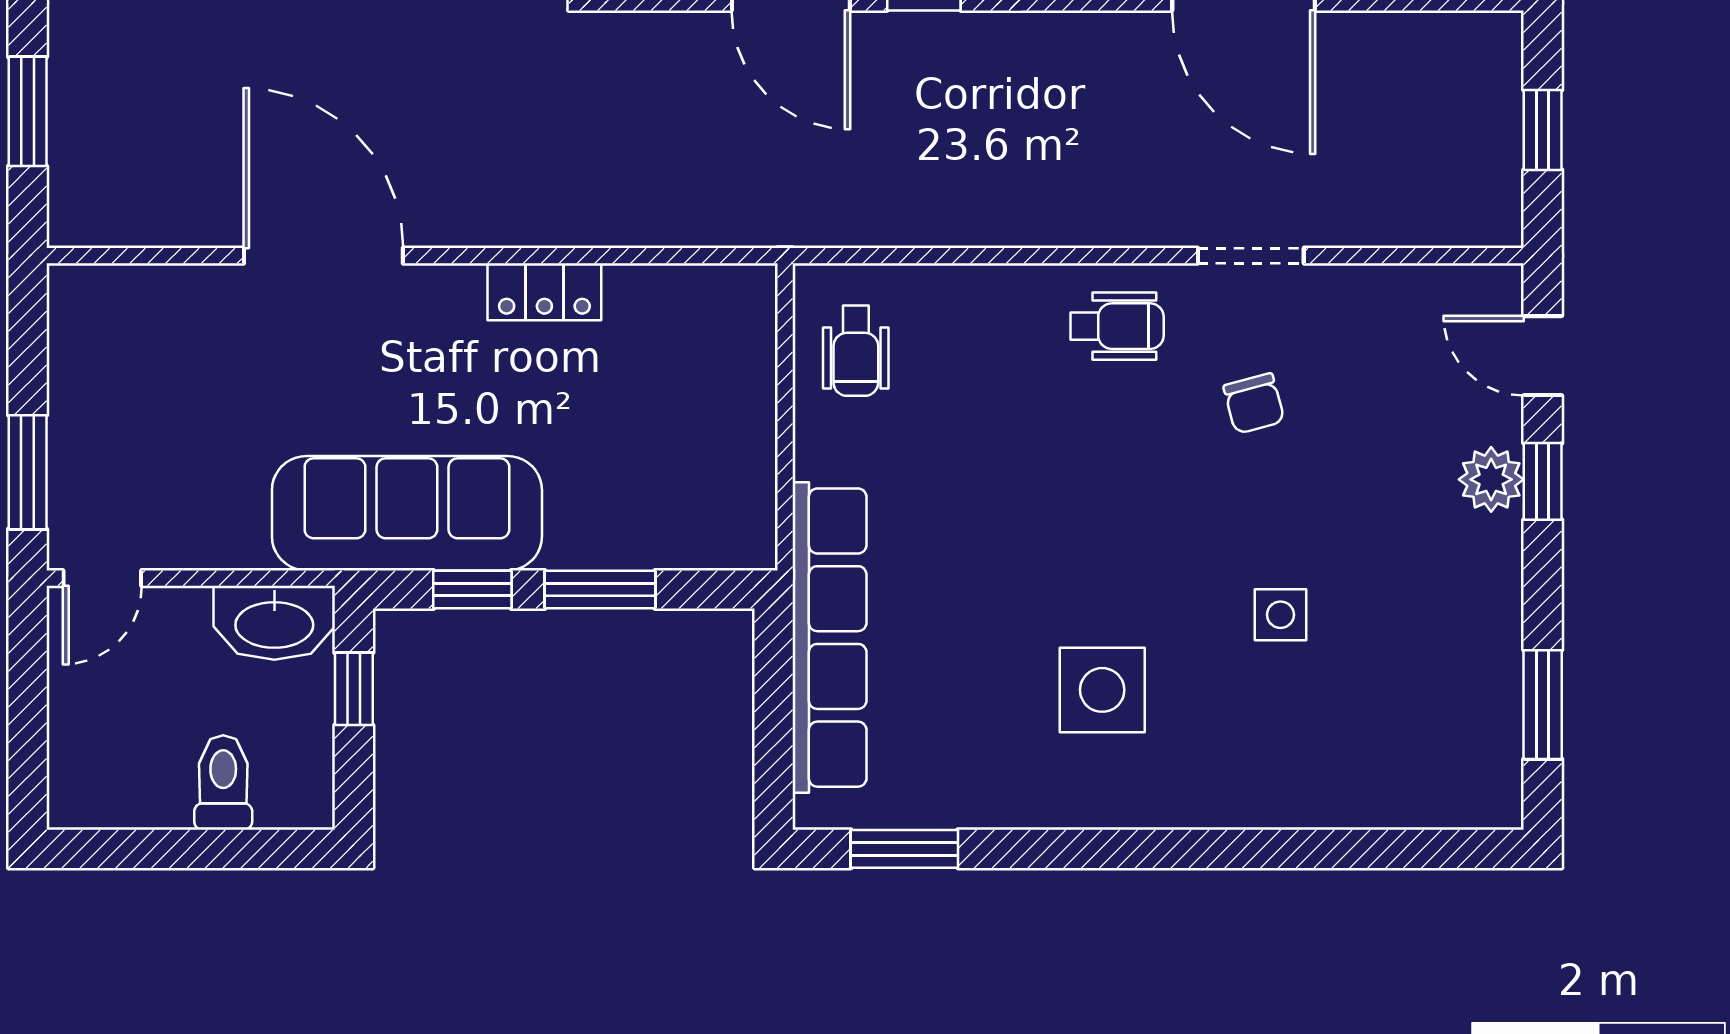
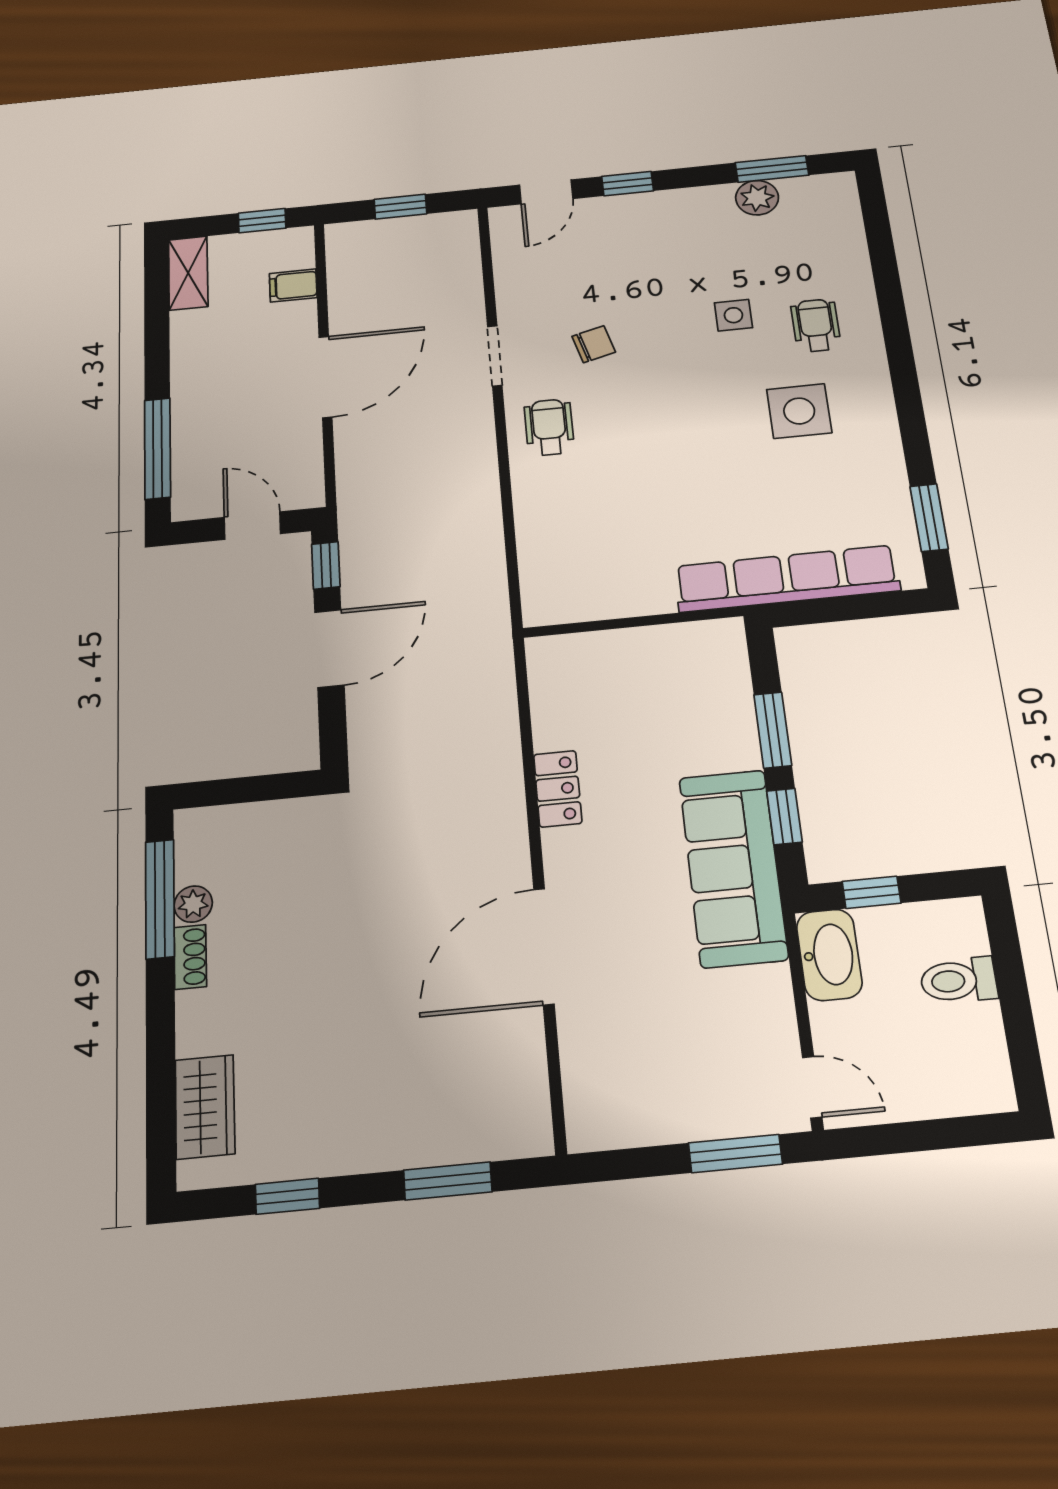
wheelchair: (856, 351) -> (816, 325), moved, turned -90
plant: (1491, 479) -> (757, 198), moved

